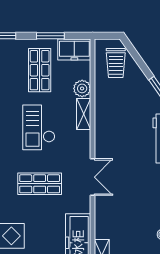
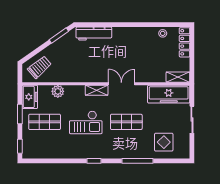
trolley: (116, 63) -> (39, 67), turned -41
shelving: (84, 114) -> (97, 90), moved
shop shelf: (40, 184) -> (126, 122), turned 90

